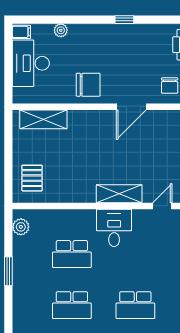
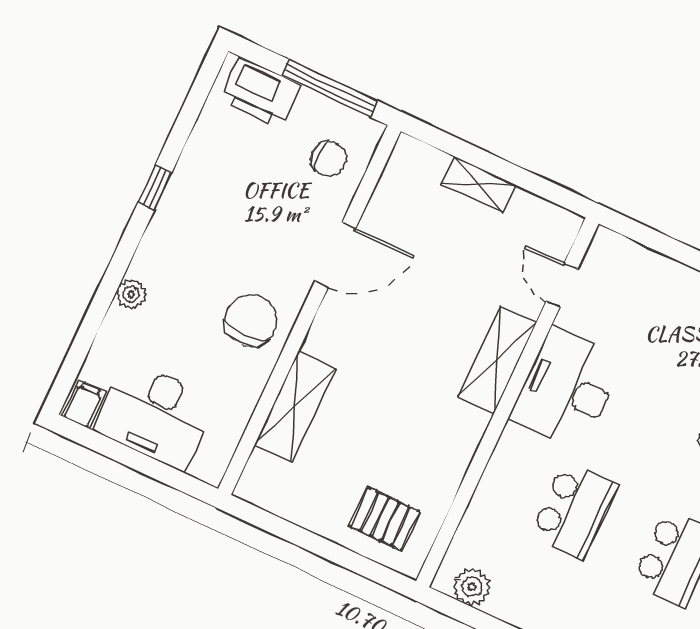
plant: (61, 30) -> (131, 294), moved
door: (131, 107) -> (335, 255), hinge flipped
shelving: (43, 119) -> (295, 407), moved
desk: (114, 228) -> (567, 389), width x1.37

